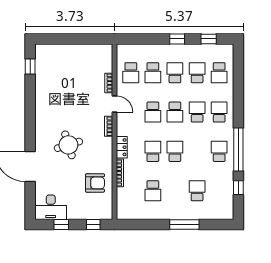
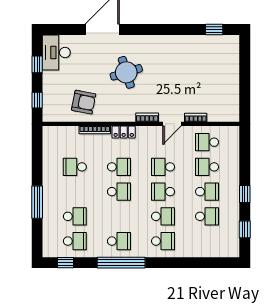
school desk: (219, 73) -> (75, 241), moved, turned 180
armchair: (95, 183) -> (84, 102), turned -79
window: (238, 188) -> (66, 263), moved

